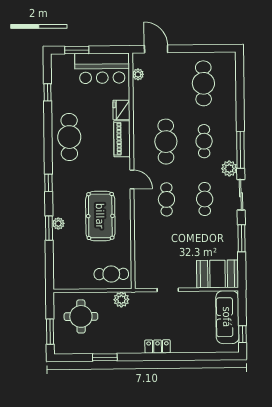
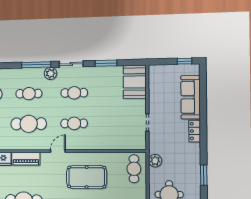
sofa: (227, 317) -> (191, 97), moved, turned 90

